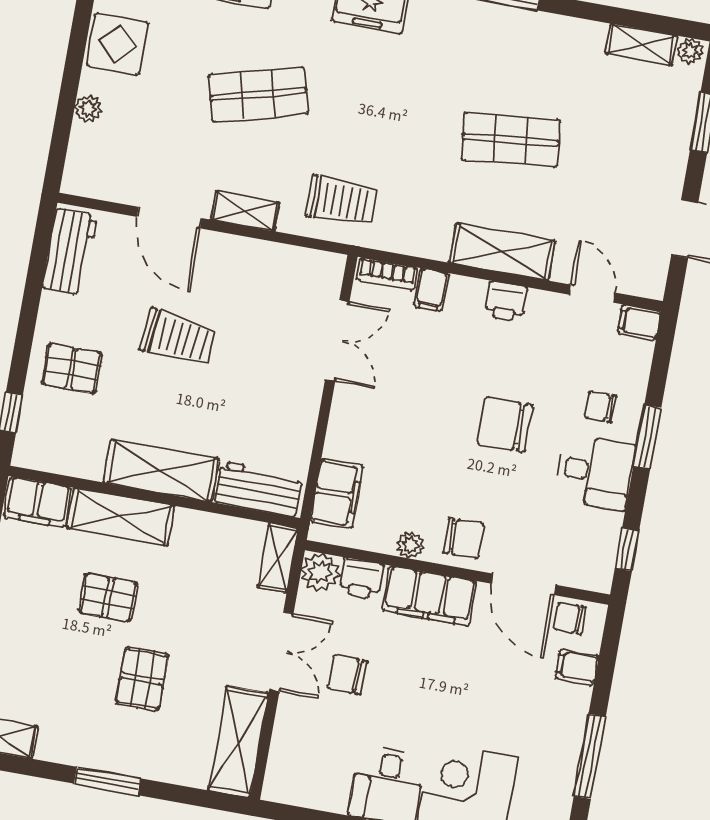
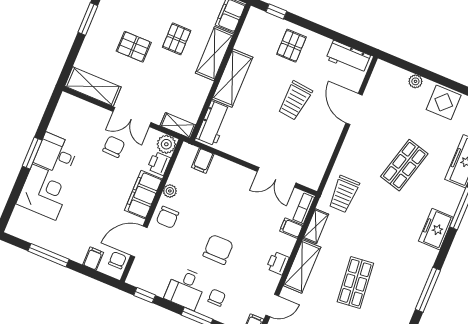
shop shelf: (258, 94) -> (404, 165), turned 30
shelving: (245, 211) -> (316, 226), moved
door: (169, 218) -> (354, 109), hinge flipped
filing cabinet: (337, 493) -> (203, 161), width x0.50

